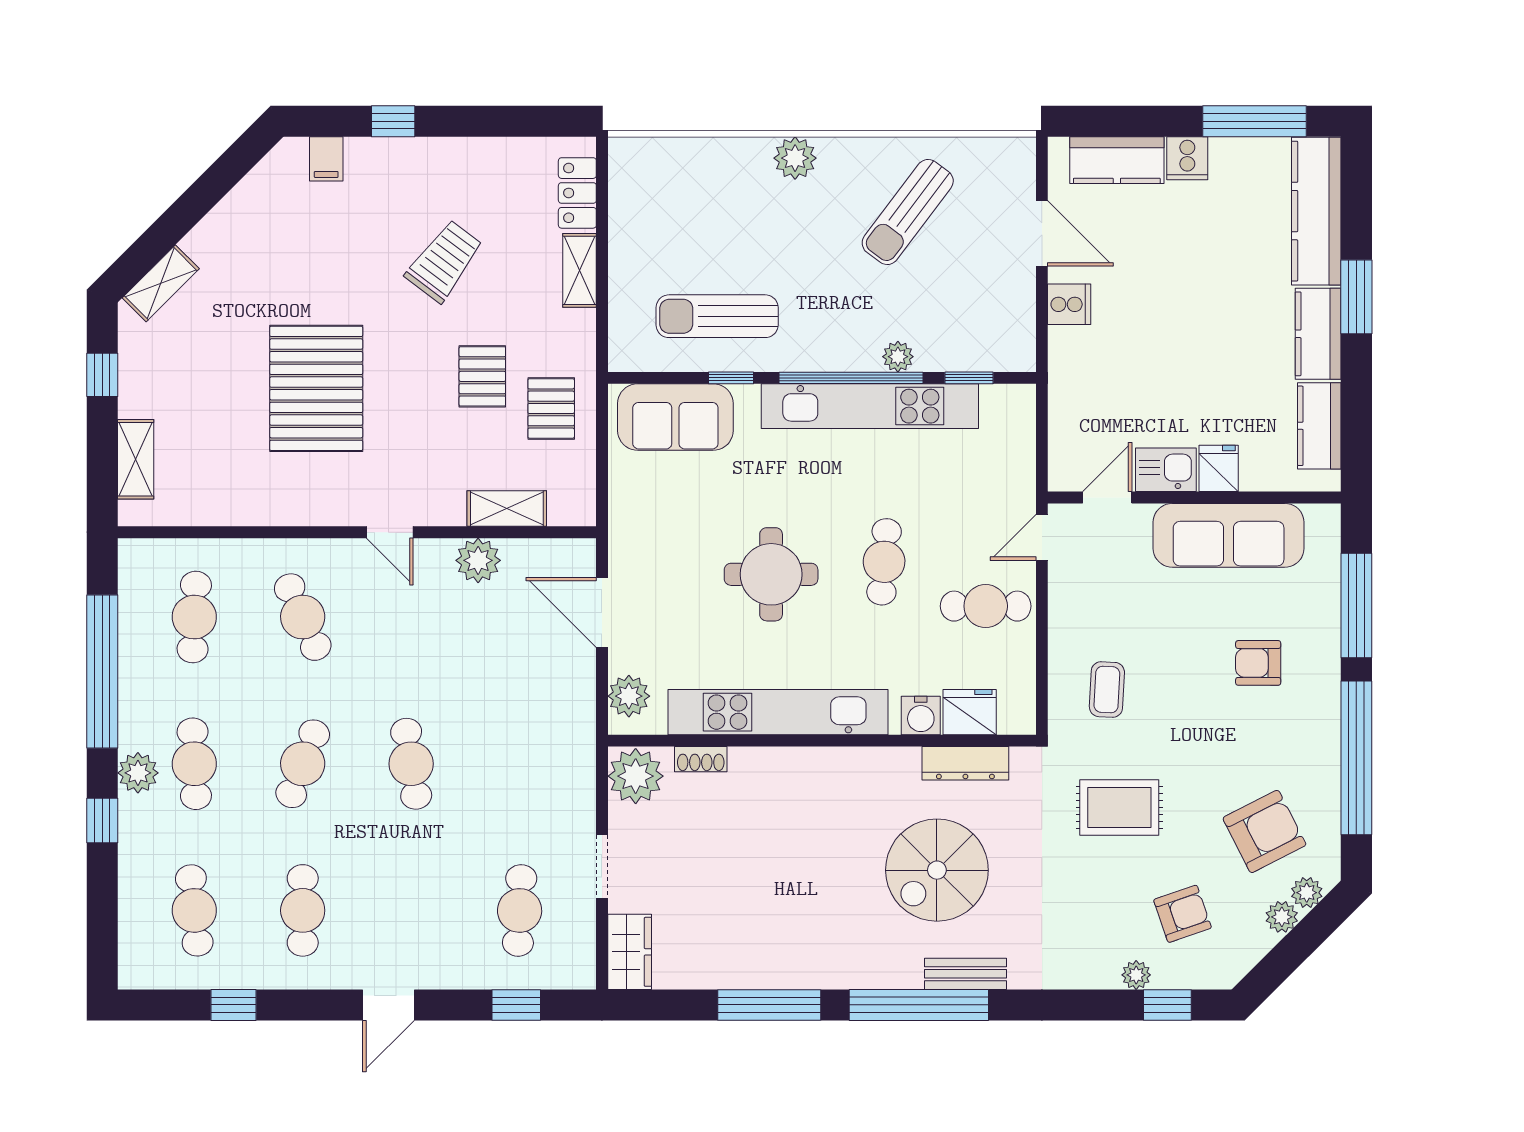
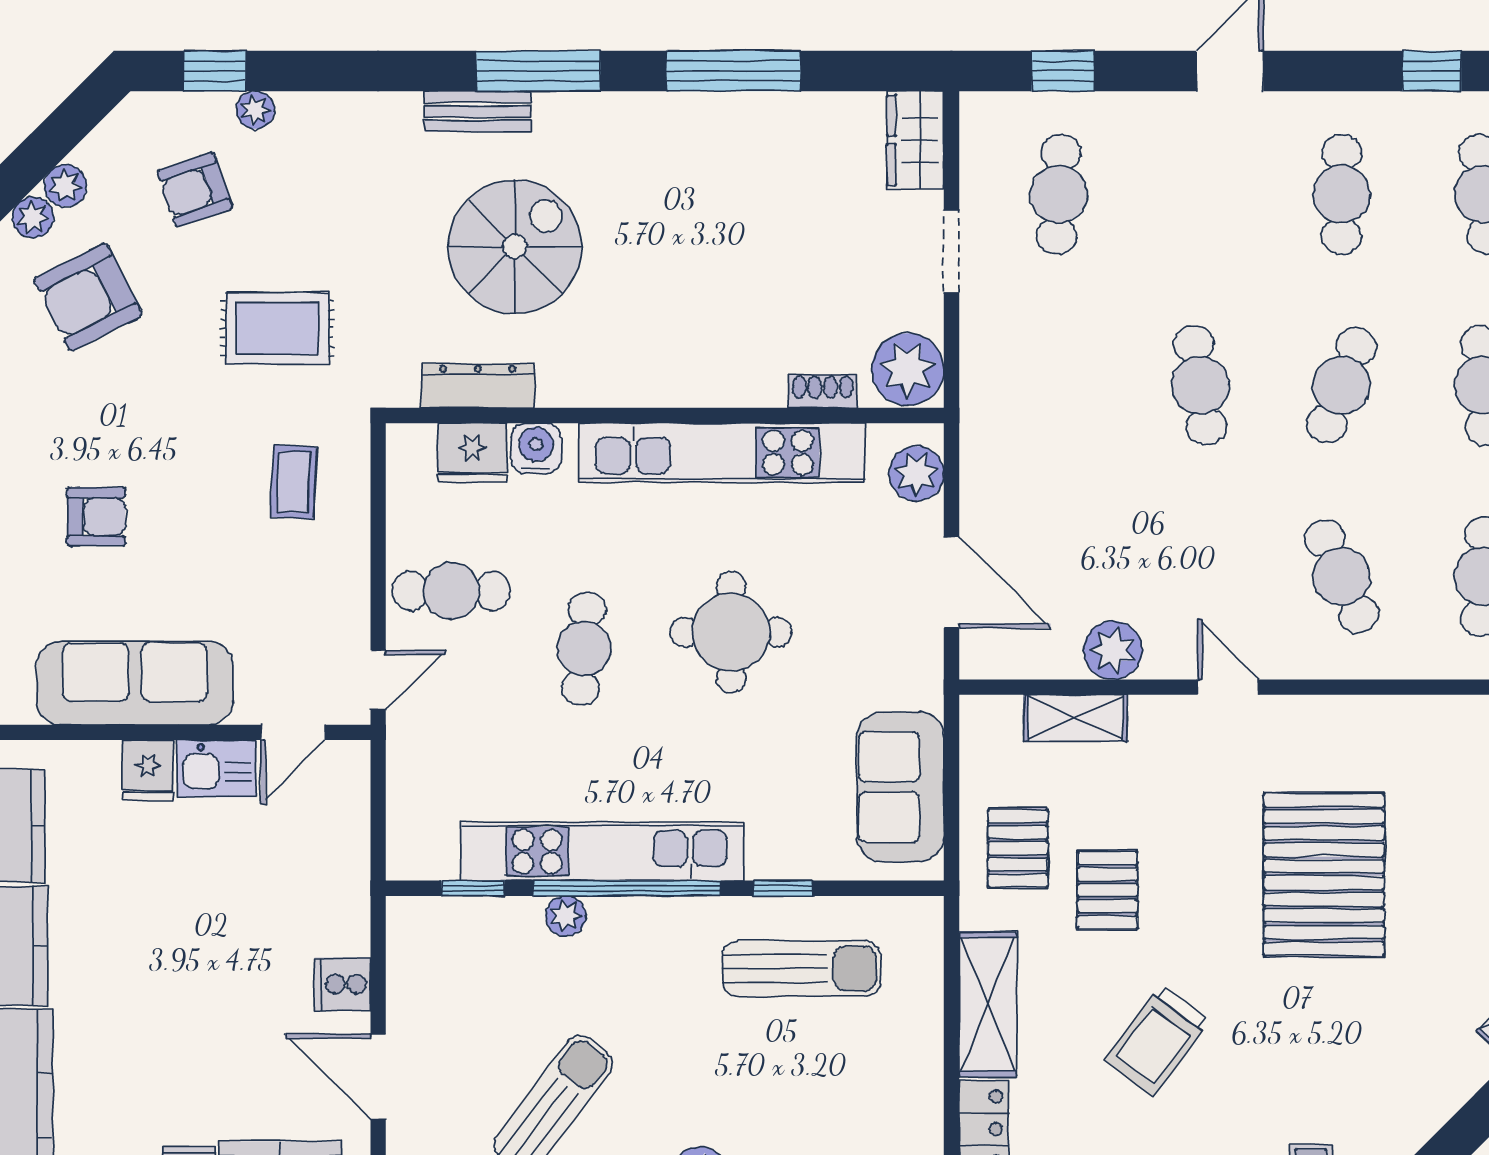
shelving: (580, 270) -> (988, 1004), width x1.50, depth x1.33
sofa: (675, 417) -> (900, 787), moved, turned -90
window: (919, 1005) -> (538, 71), width x0.68

